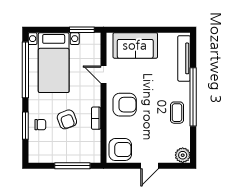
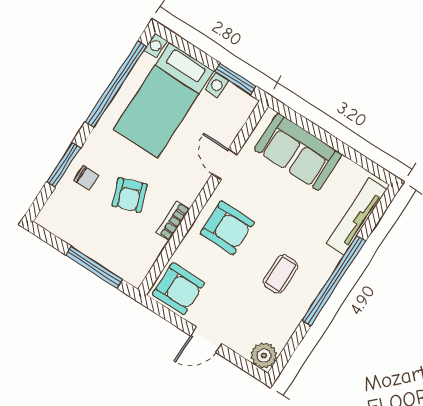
coffee table: (177, 113) -> (281, 274), moved

